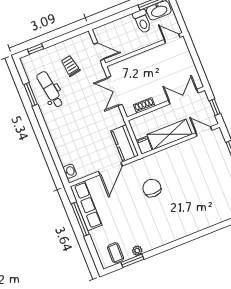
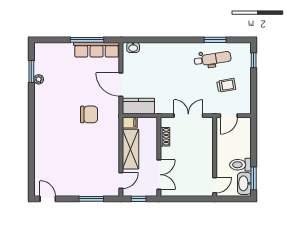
coffee table: (115, 253) -> (44, 59), removed

